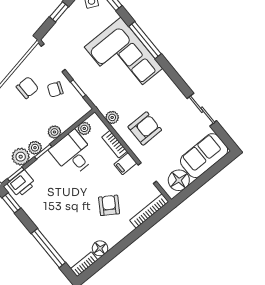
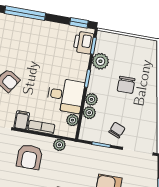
chair: (27, 88) -> (126, 85), moved
plant: (35, 148) -> (89, 113), moved

